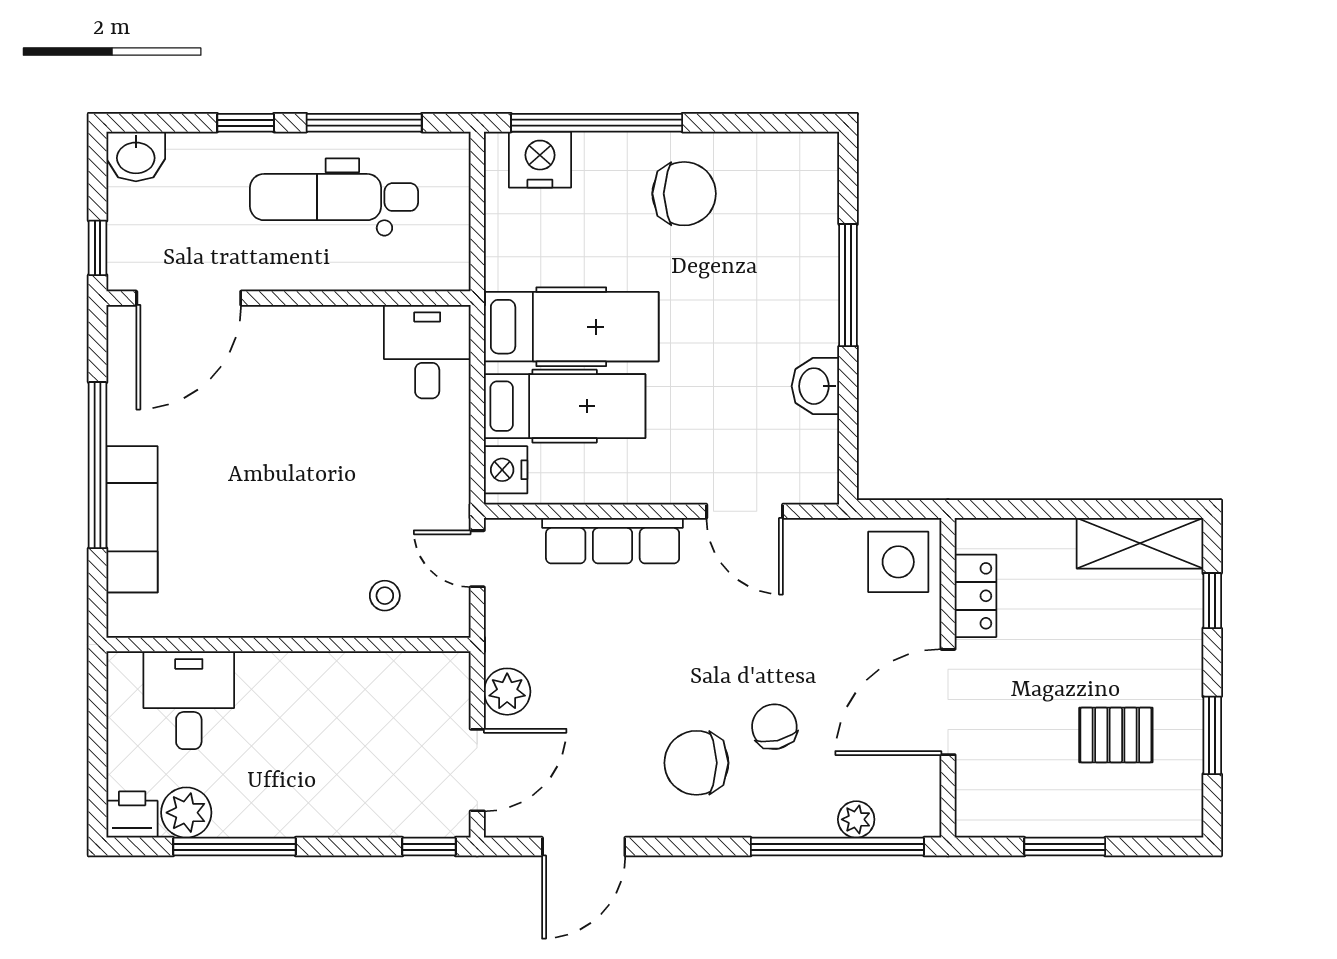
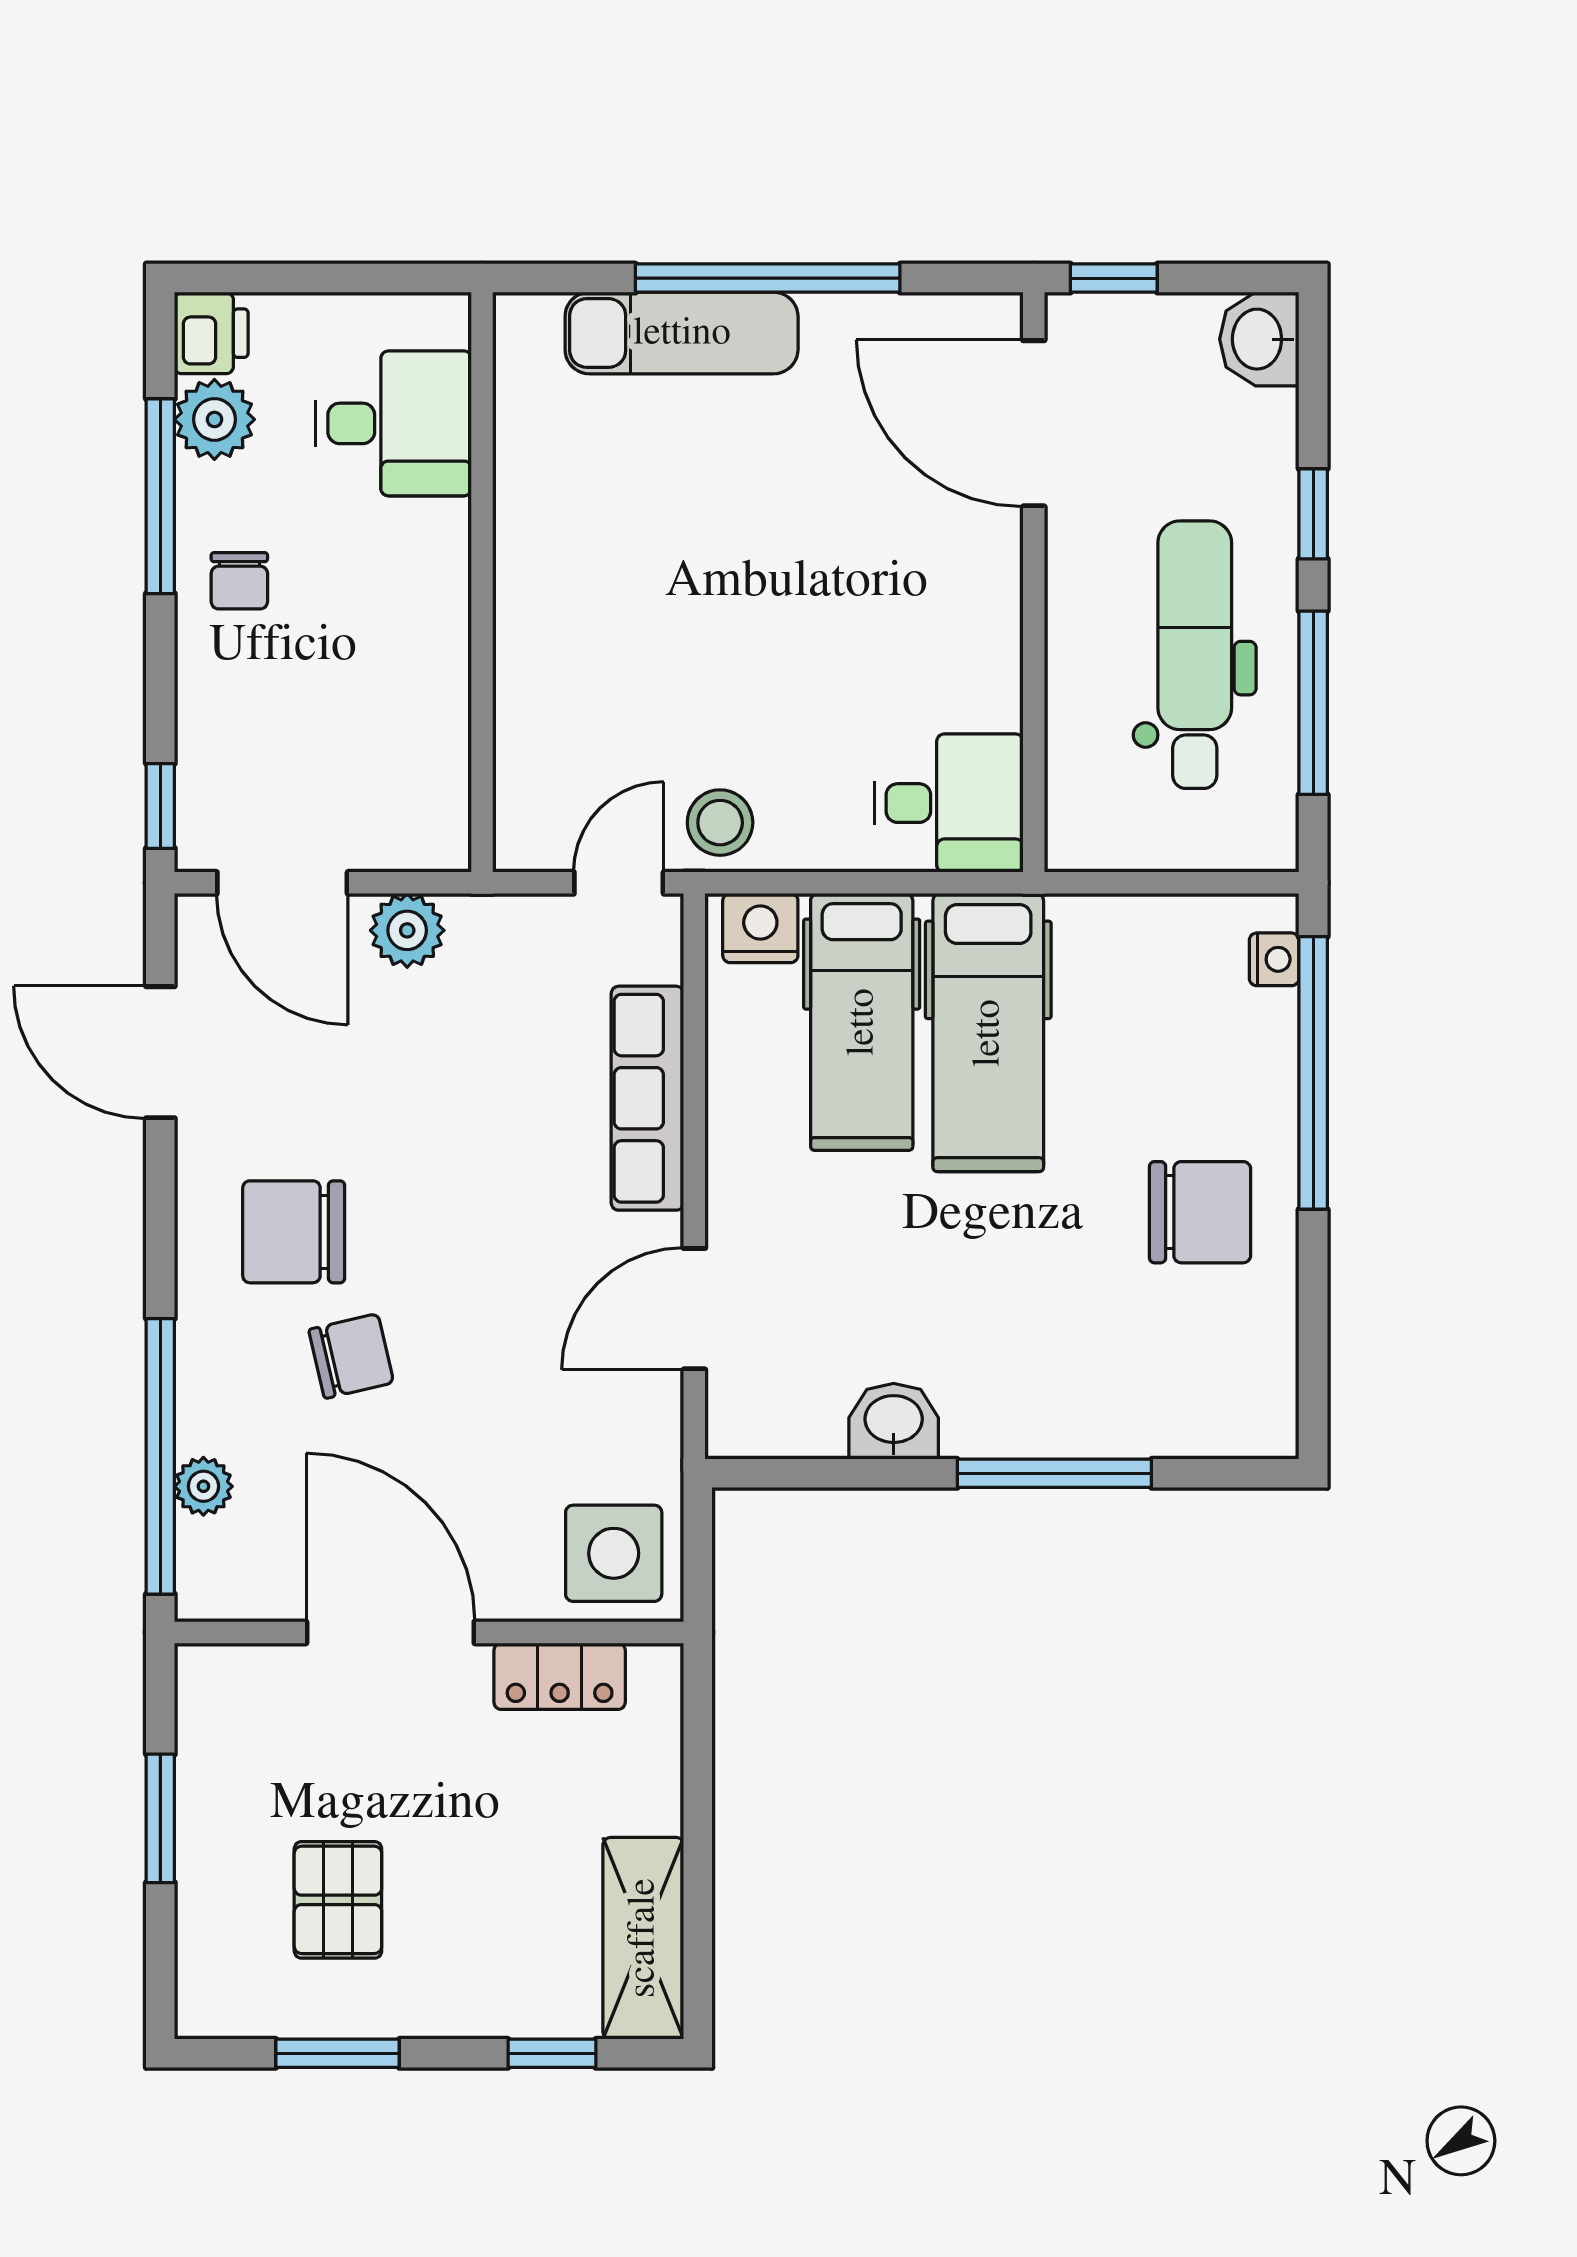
nightstand: (540, 160) -> (1274, 959), width x0.53, depth x0.56
chair: (684, 194) -> (1200, 1212), turned -90
stool: (385, 596) -> (720, 823), moved, width x1.37, depth x1.37
chair: (696, 763) -> (294, 1232), turned -90
chair: (288, 797) -> (239, 581), added

